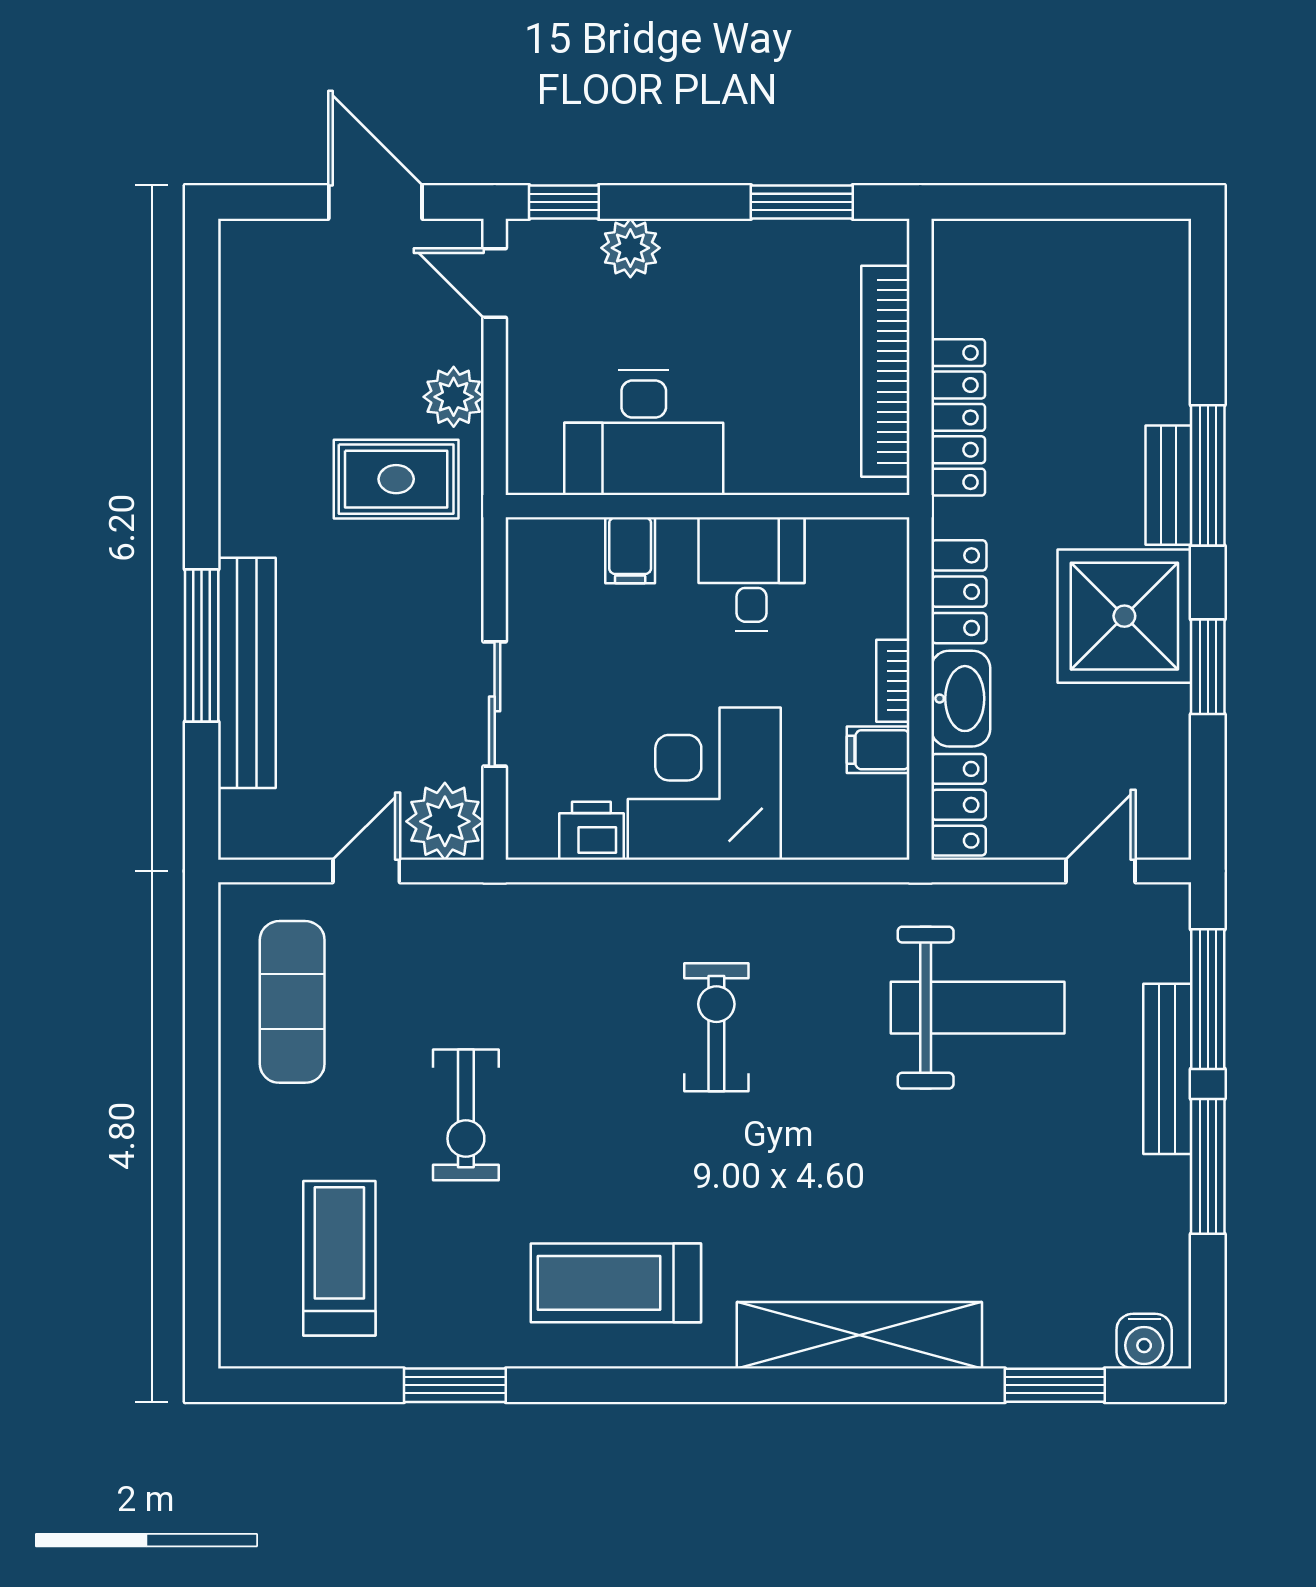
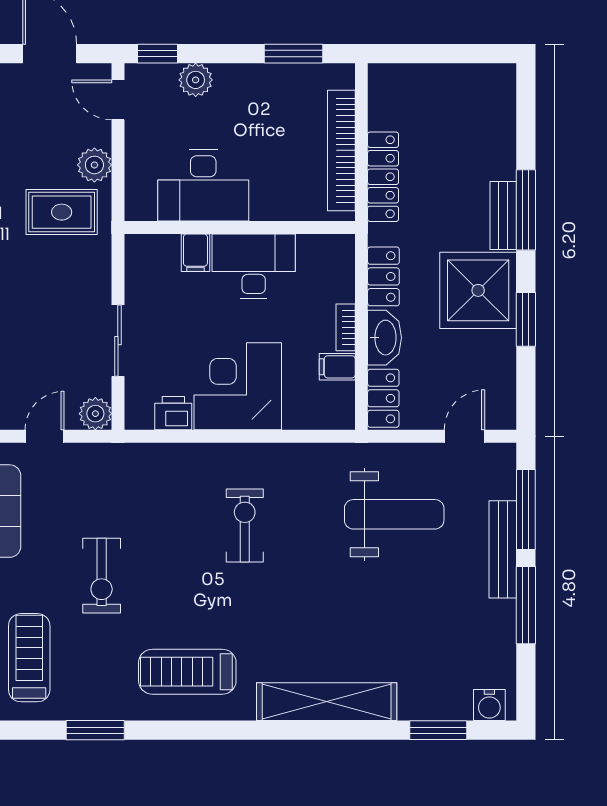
desk: (752, 574) -> (254, 266), width x1.37
plant: (445, 821) -> (95, 414), width x0.73, depth x0.73

